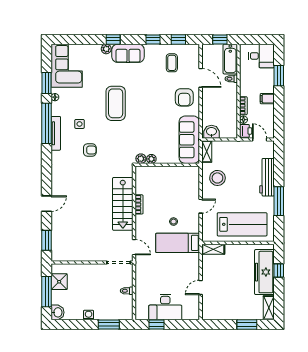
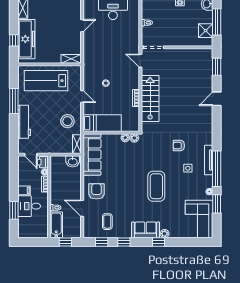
desk: (261, 56) -> (29, 206), moved
door: (201, 206) -> (82, 97), swing flipped
bed: (178, 243) -> (102, 123), moved

